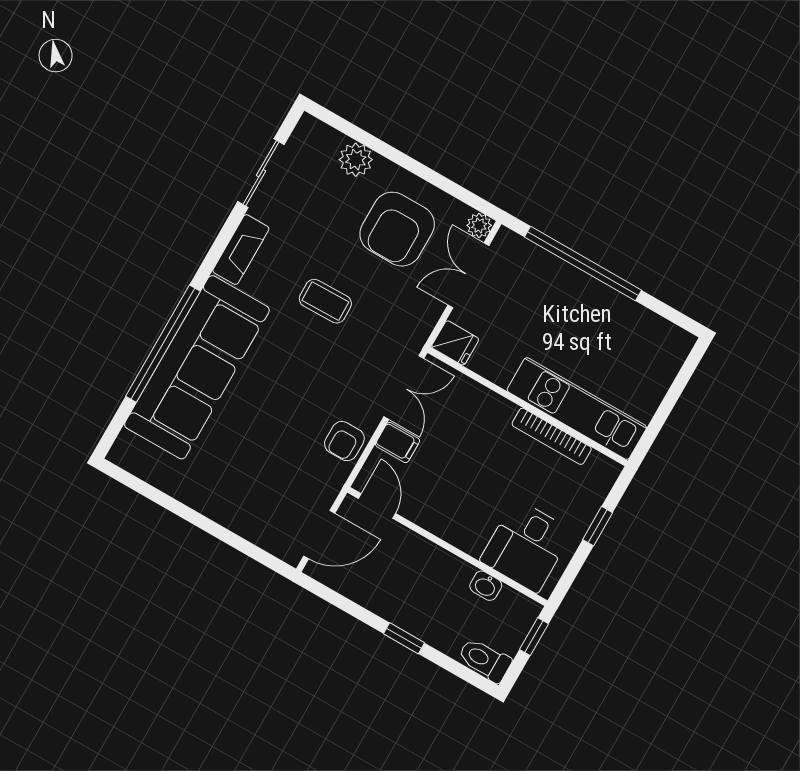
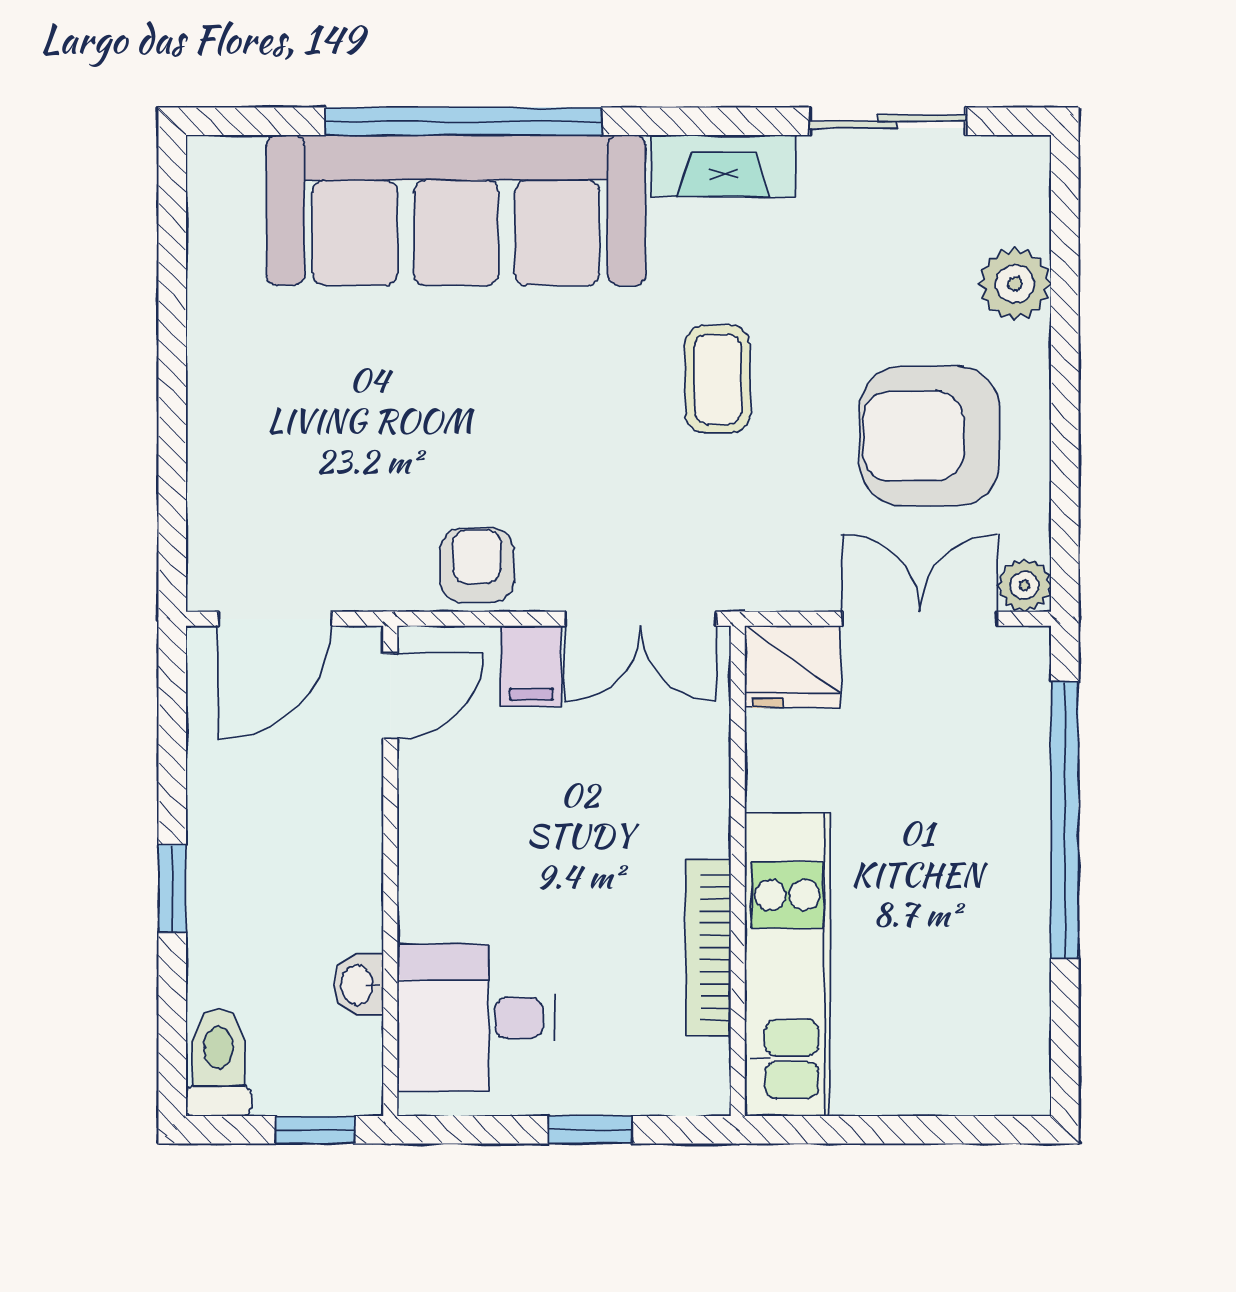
fridge: (455, 343) -> (792, 667), width x1.38
armchair: (344, 441) -> (477, 565), turned 90
door: (319, 535) -> (275, 619), hinge flipped

